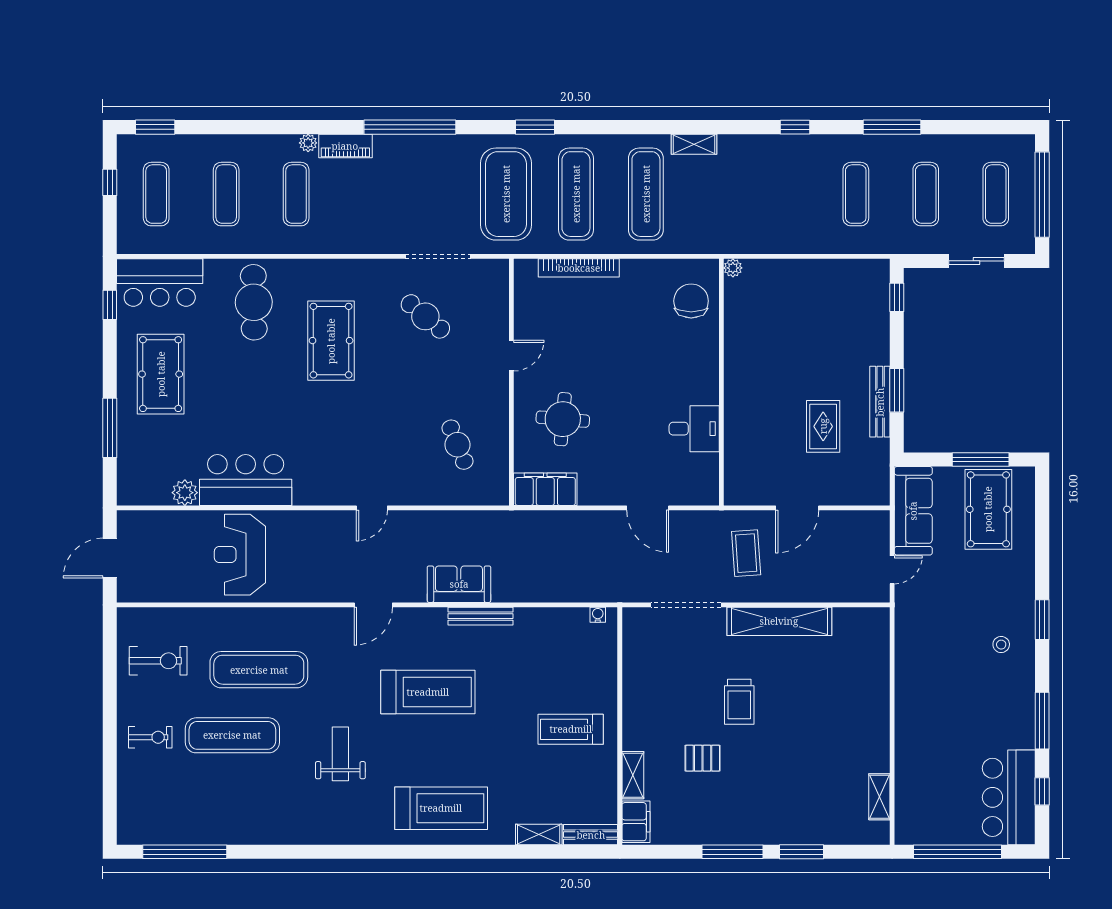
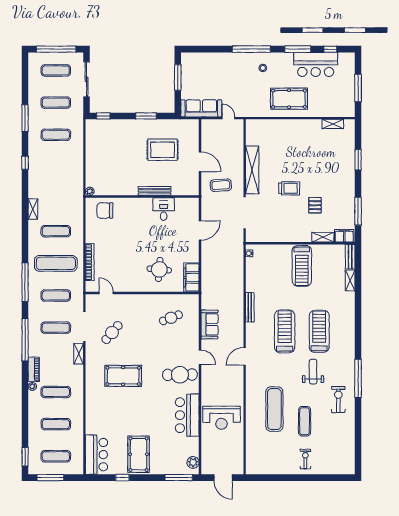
window: (535, 127) -> (25, 282), width x2.11
window: (110, 182) -> (50, 478), width x2.17
exercise mat: (436, 194) -> (56, 328), added
exercise mat: (506, 194) -> (56, 296), width x0.50, depth x0.69
exercise mat: (646, 194) -> (56, 231), width x0.73, depth x0.69
shelving: (379, 244) -> (79, 354), added
sliding door: (977, 261) -> (87, 79), width x1.37
cafe table: (254, 302) -> (180, 375), moved
window: (110, 305) -> (122, 478), moved
door: (511, 356) -> (106, 293), moved
pool table: (161, 374) -> (139, 454), turned 90
bench: (880, 402) -> (155, 191), moved
rug: (823, 426) -> (163, 150), width x1.36, depth x1.43
window: (110, 428) -> (179, 478), moved
plant: (185, 493) -> (193, 462), moved
pool table: (988, 509) -> (289, 99), moved
sofa: (459, 584) -> (210, 324), moved, turned 180
door: (373, 605) -> (245, 356), swing flipped
window: (1042, 620) -> (251, 49), width x2.11
exercise bike: (158, 661) -> (338, 399), moved
treadmill: (571, 729) -> (302, 266), width x1.37, depth x1.38
exercise mat: (232, 735) -> (305, 421), width x0.73, depth x0.69
weight bench: (340, 754) -> (313, 372), turned 90
bar counter: (1009, 797) -> (316, 64), moved
treadmill: (441, 808) -> (319, 331), moved
window: (185, 852) -> (358, 378), moved
window: (733, 852) -> (358, 211), moved
window: (957, 852) -> (358, 88), width x0.68

